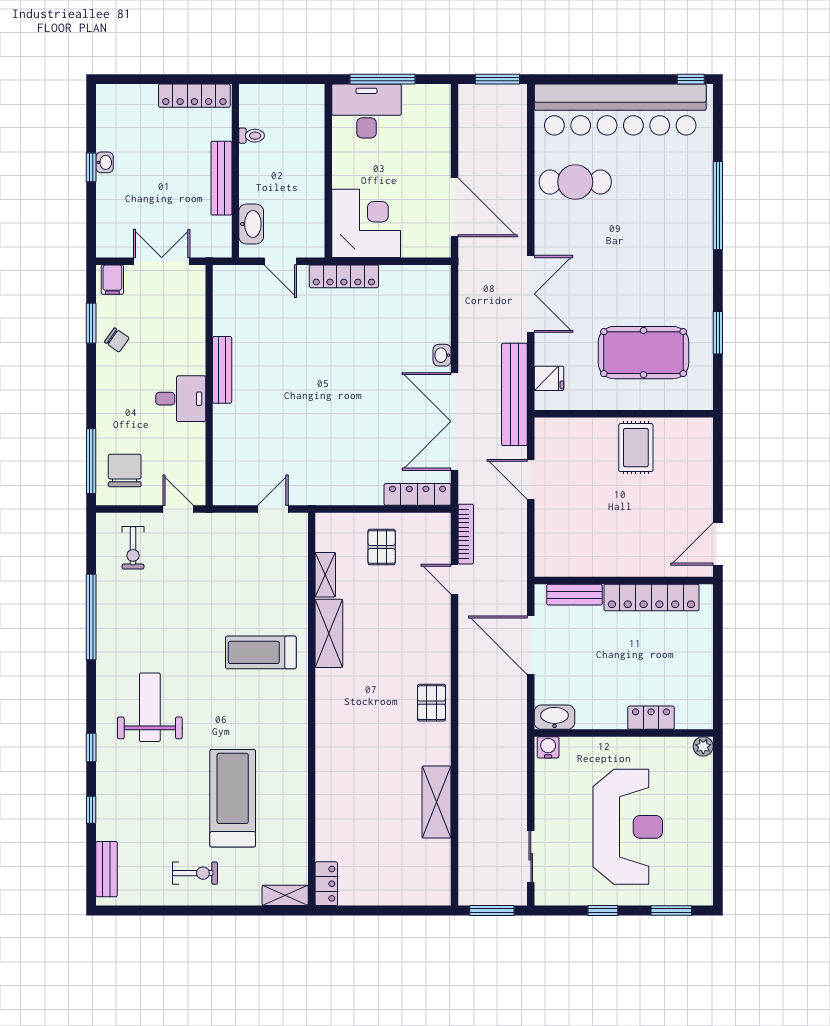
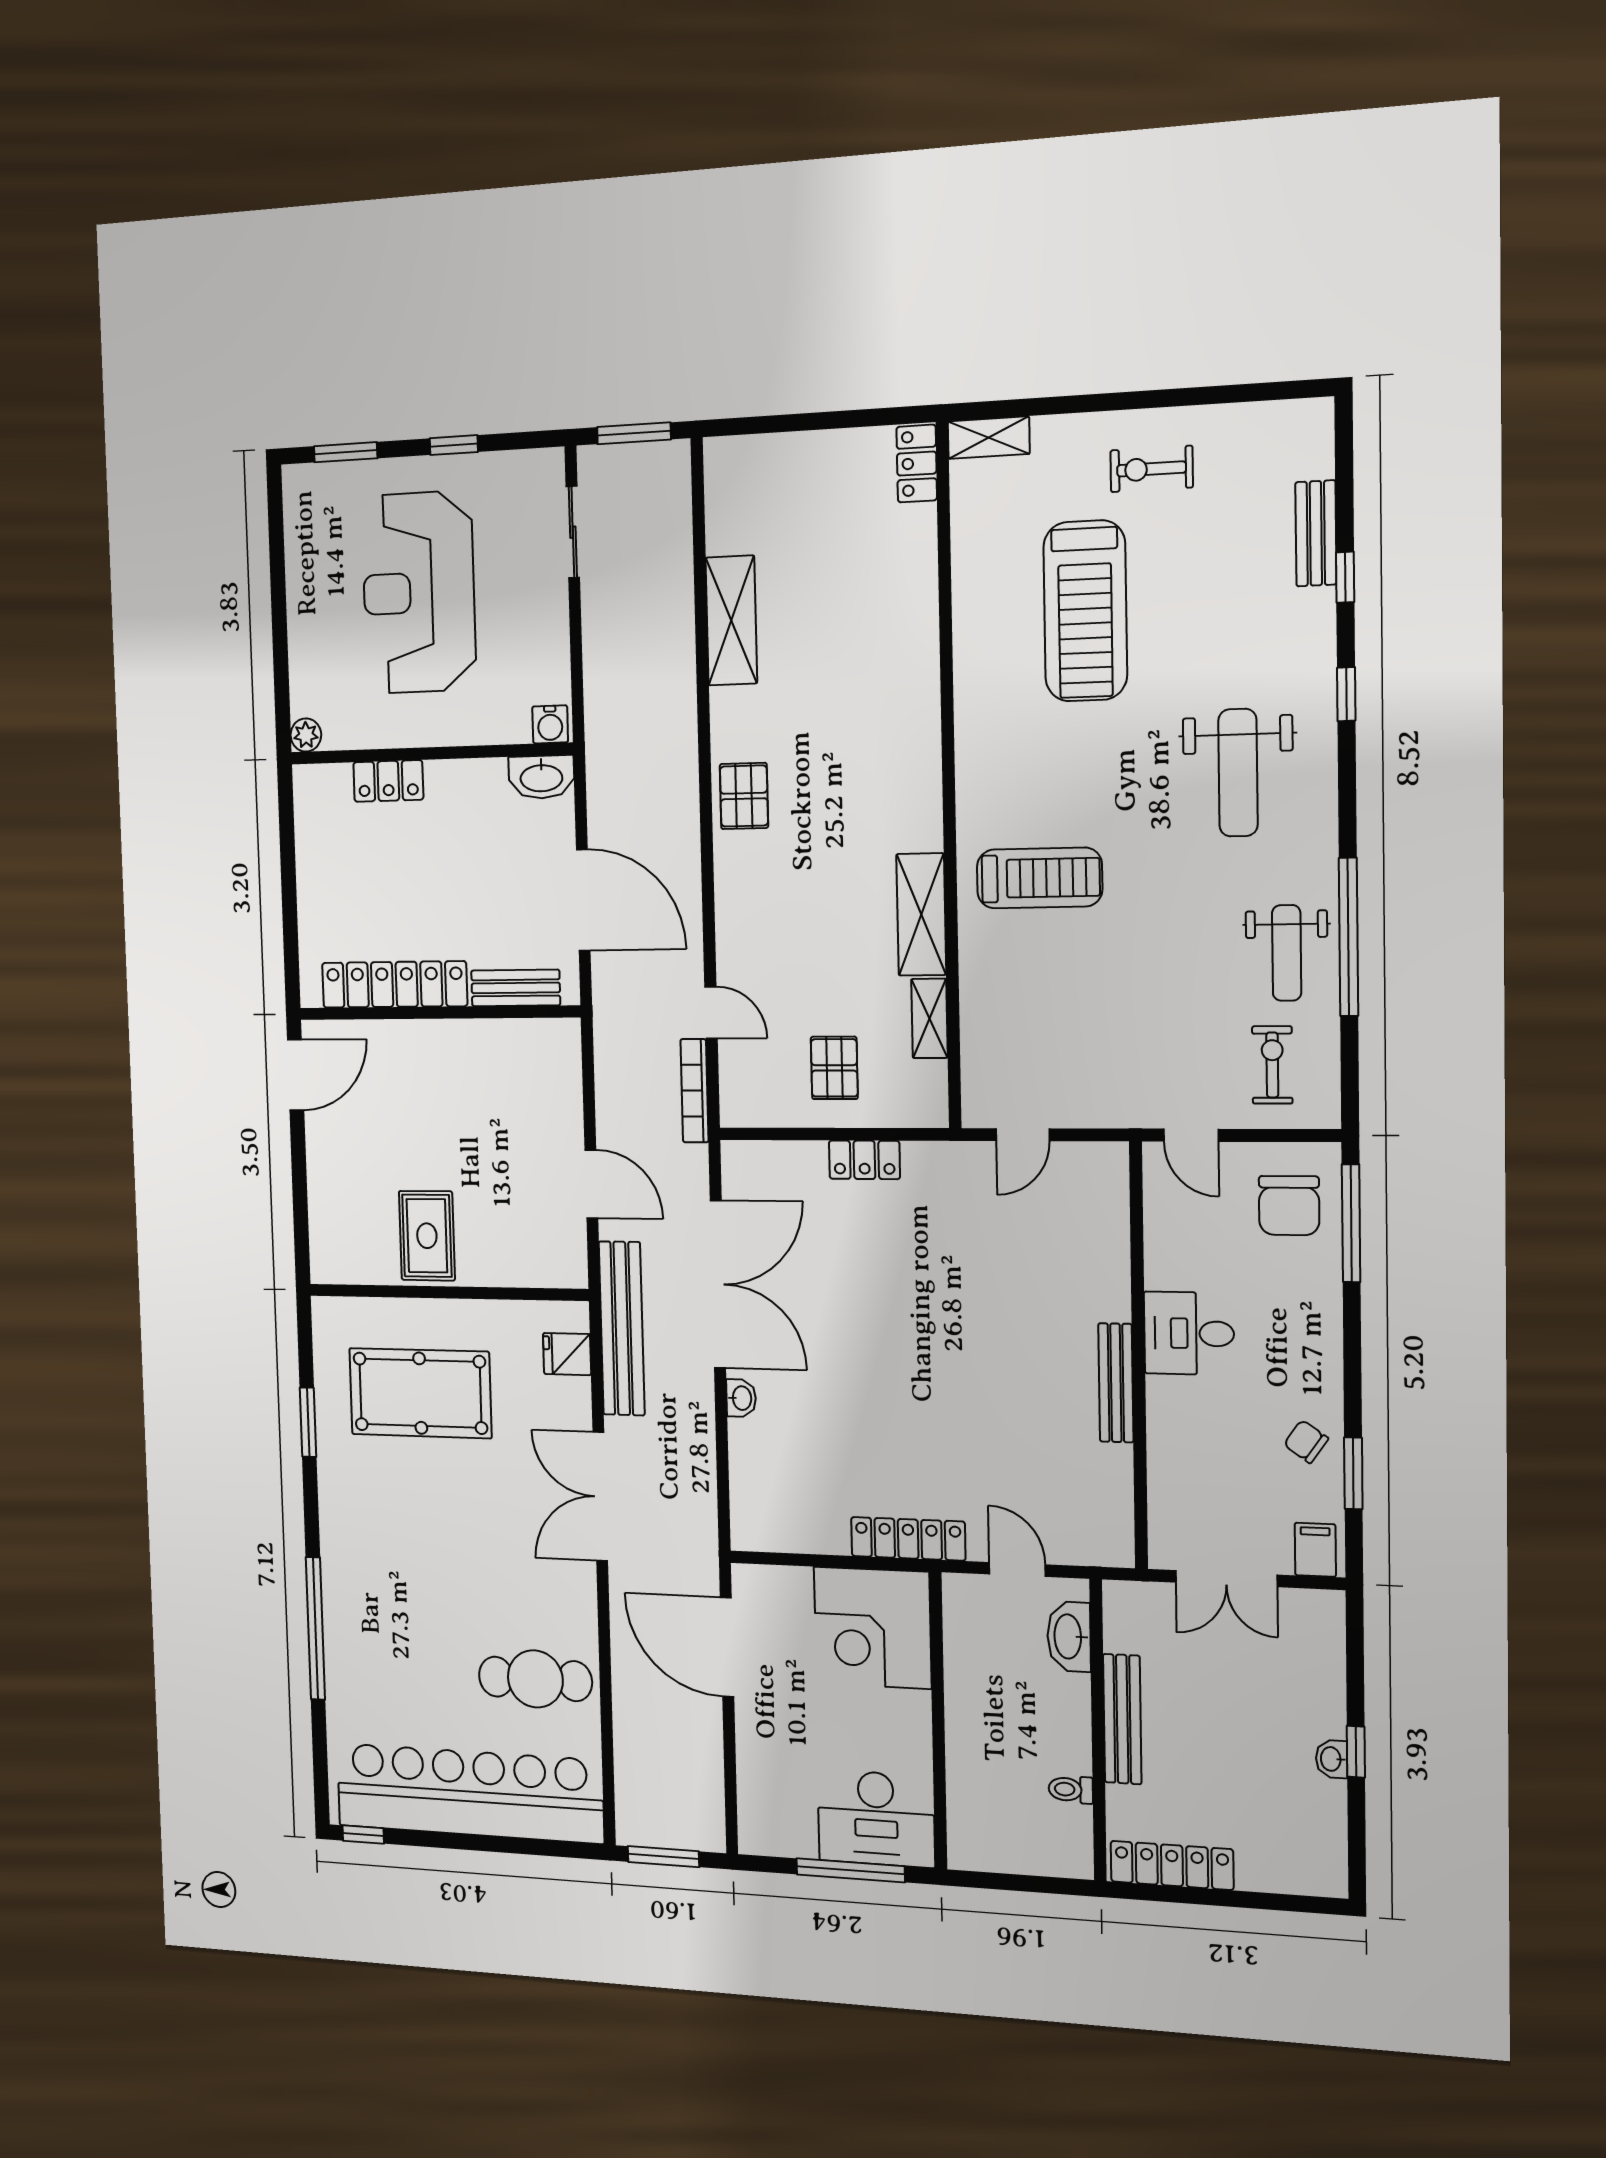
locker: (418, 494) -> (864, 1160), moved, width x0.66
weight bench: (125, 609) -> (1287, 953), added
bench: (107, 869) -> (1316, 533), moved

